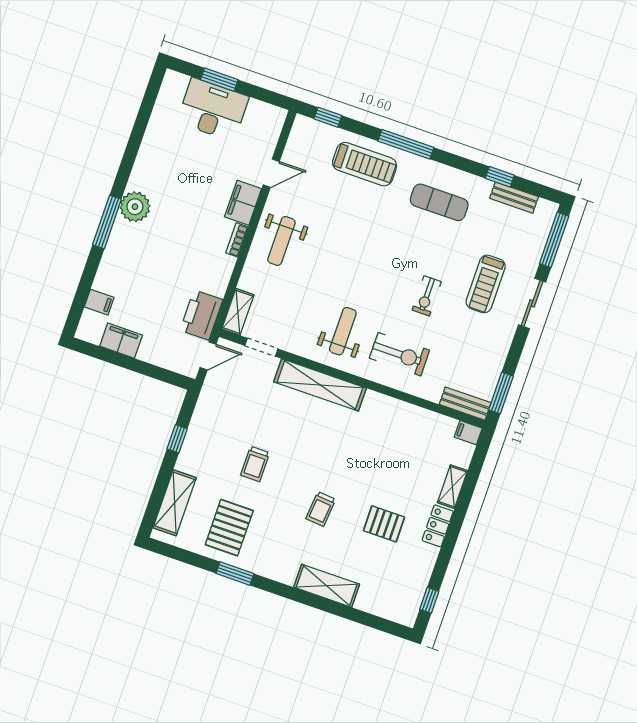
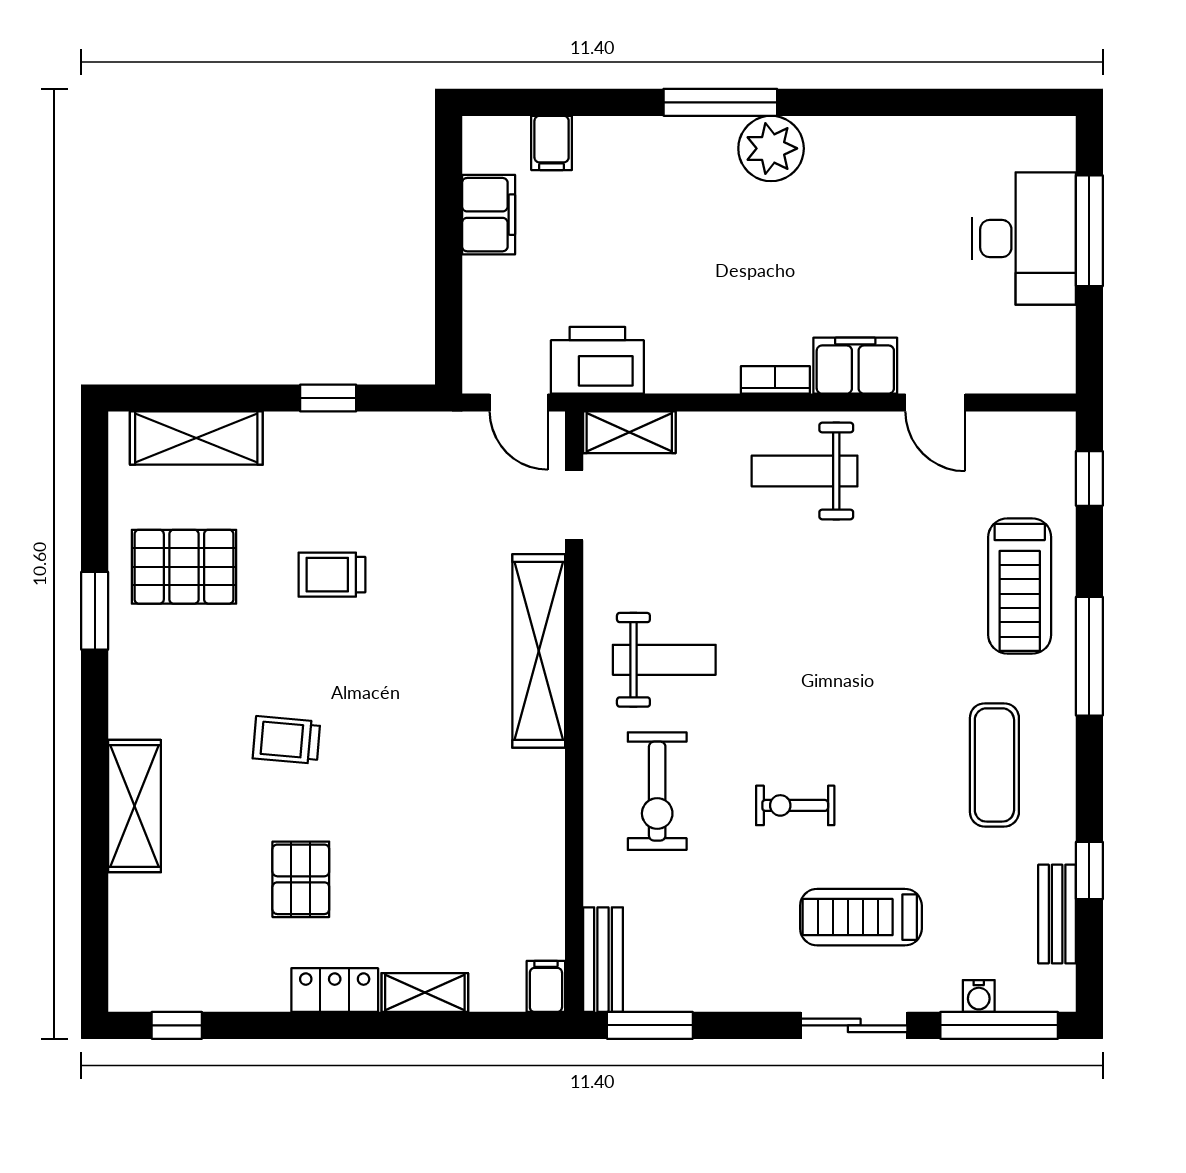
window: (219, 80) -> (1089, 231), width x1.44
water cooler: (538, 244) -> (979, 996), added

